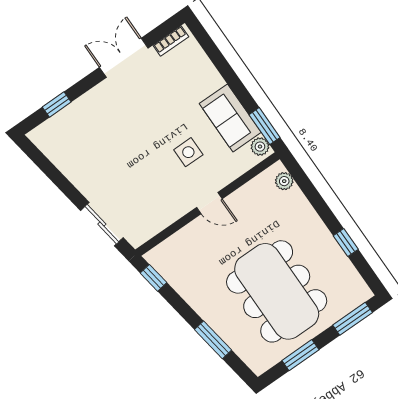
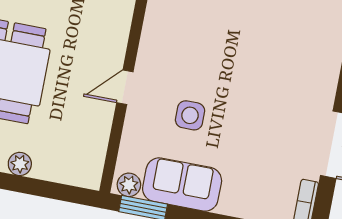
plant: (284, 181) -> (20, 164), moved

